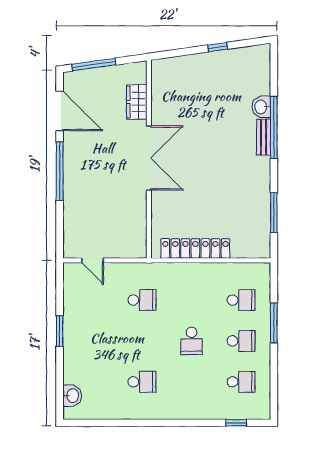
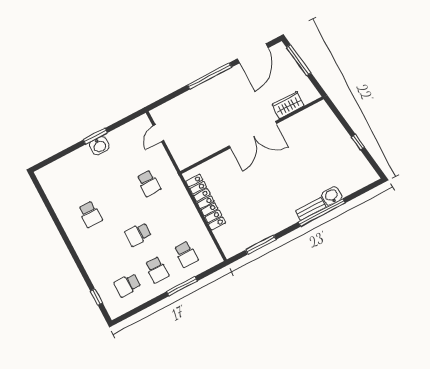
school desk: (241, 382) -> (128, 285), turned 90
washbasin: (72, 396) -> (99, 146), moved

